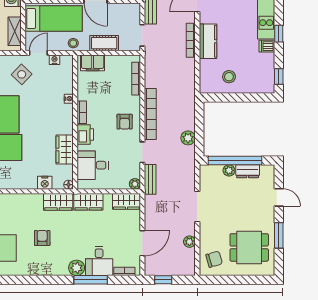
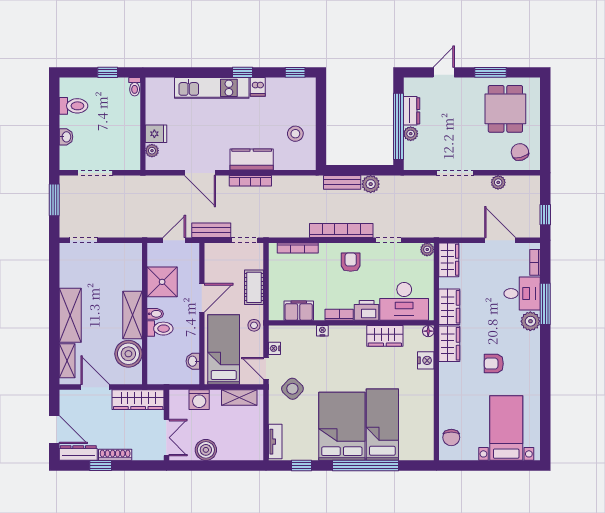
filing cabinet: (93, 63) -> (299, 311), moved, turned -90
armchair: (125, 122) -> (351, 262), turned -90
desk: (93, 165) -> (404, 301), width x1.37
bench: (150, 179) -> (342, 182), moved

